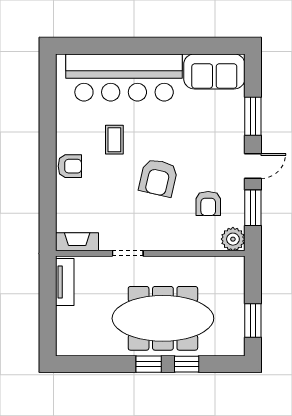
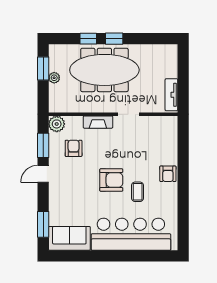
window: (253, 116) -> (43, 224), moved
armchair: (70, 166) -> (168, 174), turned -90
armchair: (158, 178) -> (111, 180), moved, turned 77
fireplace: (77, 242) -> (98, 122), moved
plant: (237, 307) -> (54, 78), added

